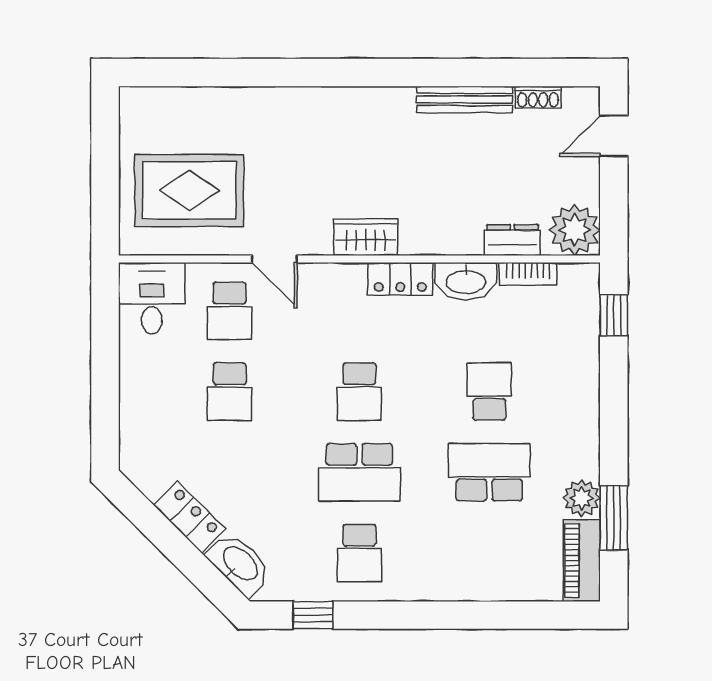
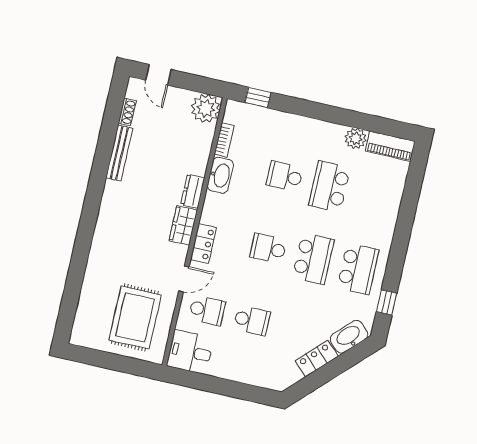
dresser: (512, 240) -> (193, 191), moved
locker: (400, 279) -> (203, 243), moved
school desk: (359, 392) -> (268, 248), turned 180
window: (614, 518) -> (371, 123), removed
school desk: (359, 553) -> (358, 269), width x1.85

